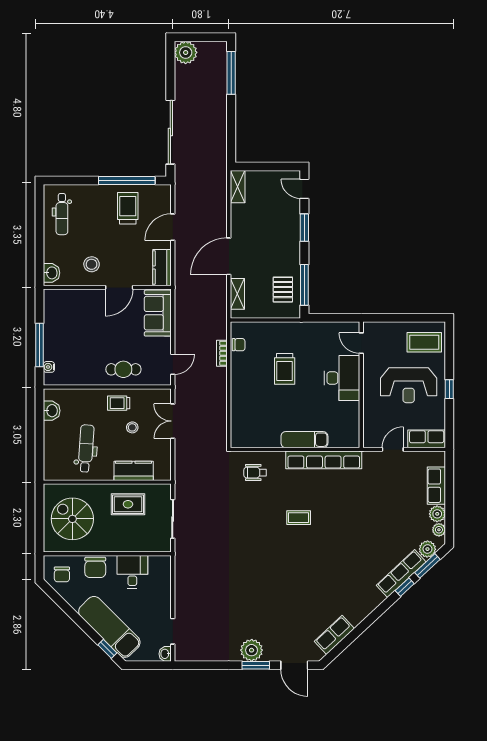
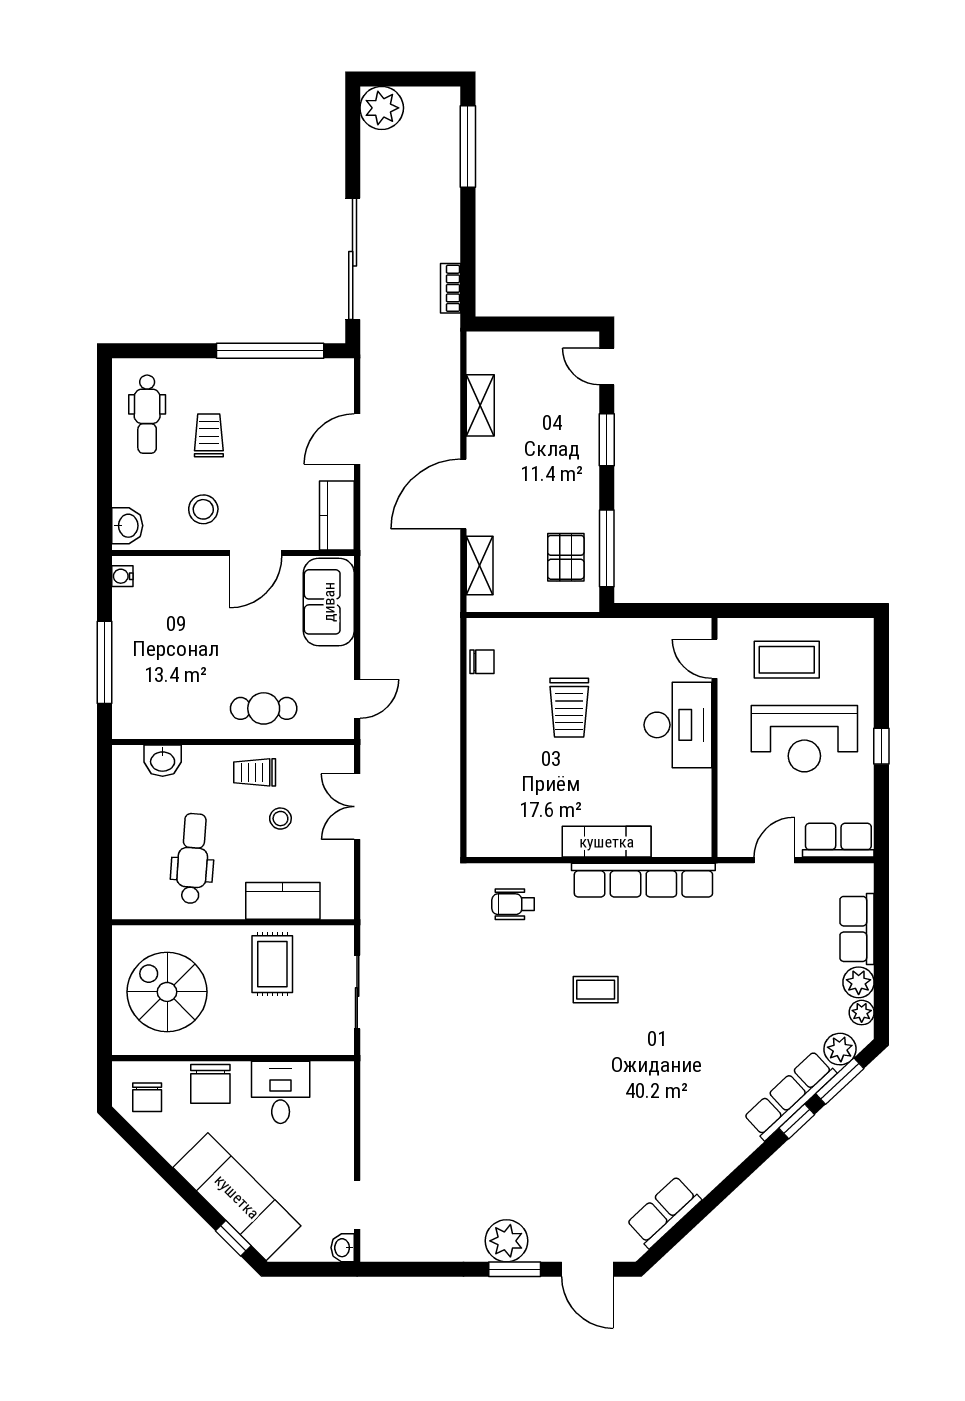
shelving: (238, 187) -> (480, 405), moved
trolley: (128, 208) -> (209, 435), moved, width x0.73, depth x0.72
coffee table: (424, 342) -> (787, 660), moved
bookcase: (222, 353) -> (451, 288), moved
water cooler: (49, 367) -> (122, 576), moved
washbasin: (52, 411) -> (163, 761), moved, turned 90
rug: (128, 504) -> (272, 964), turned 90

